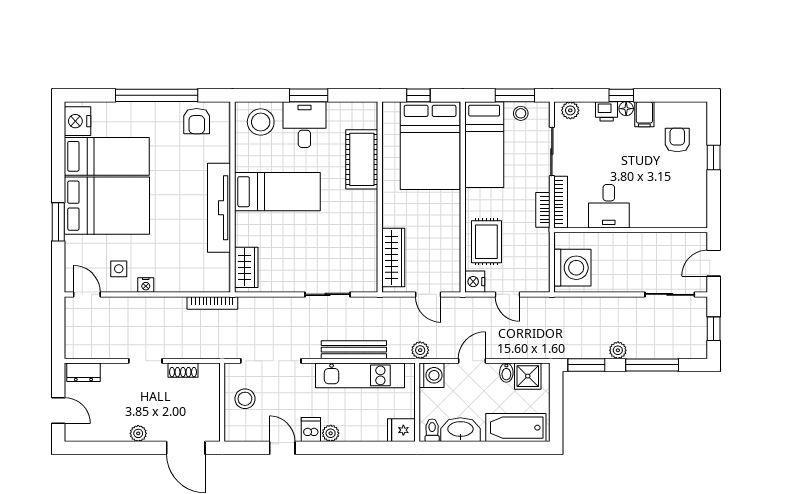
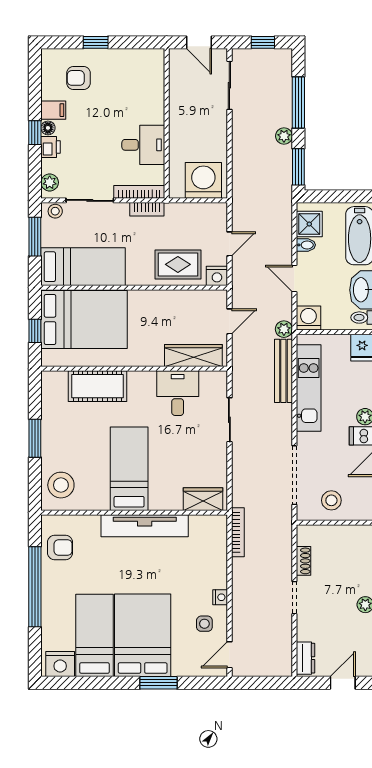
stool: (521, 113) -> (55, 211), moved
desk: (304, 125) -> (178, 393), moved, turned 90
bench: (354, 350) -> (283, 371), moved

